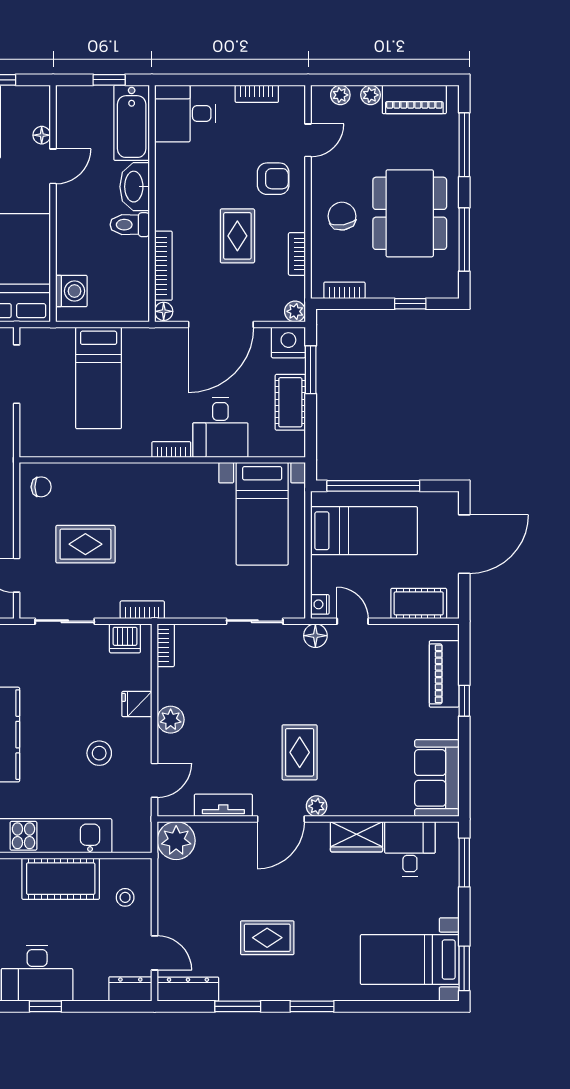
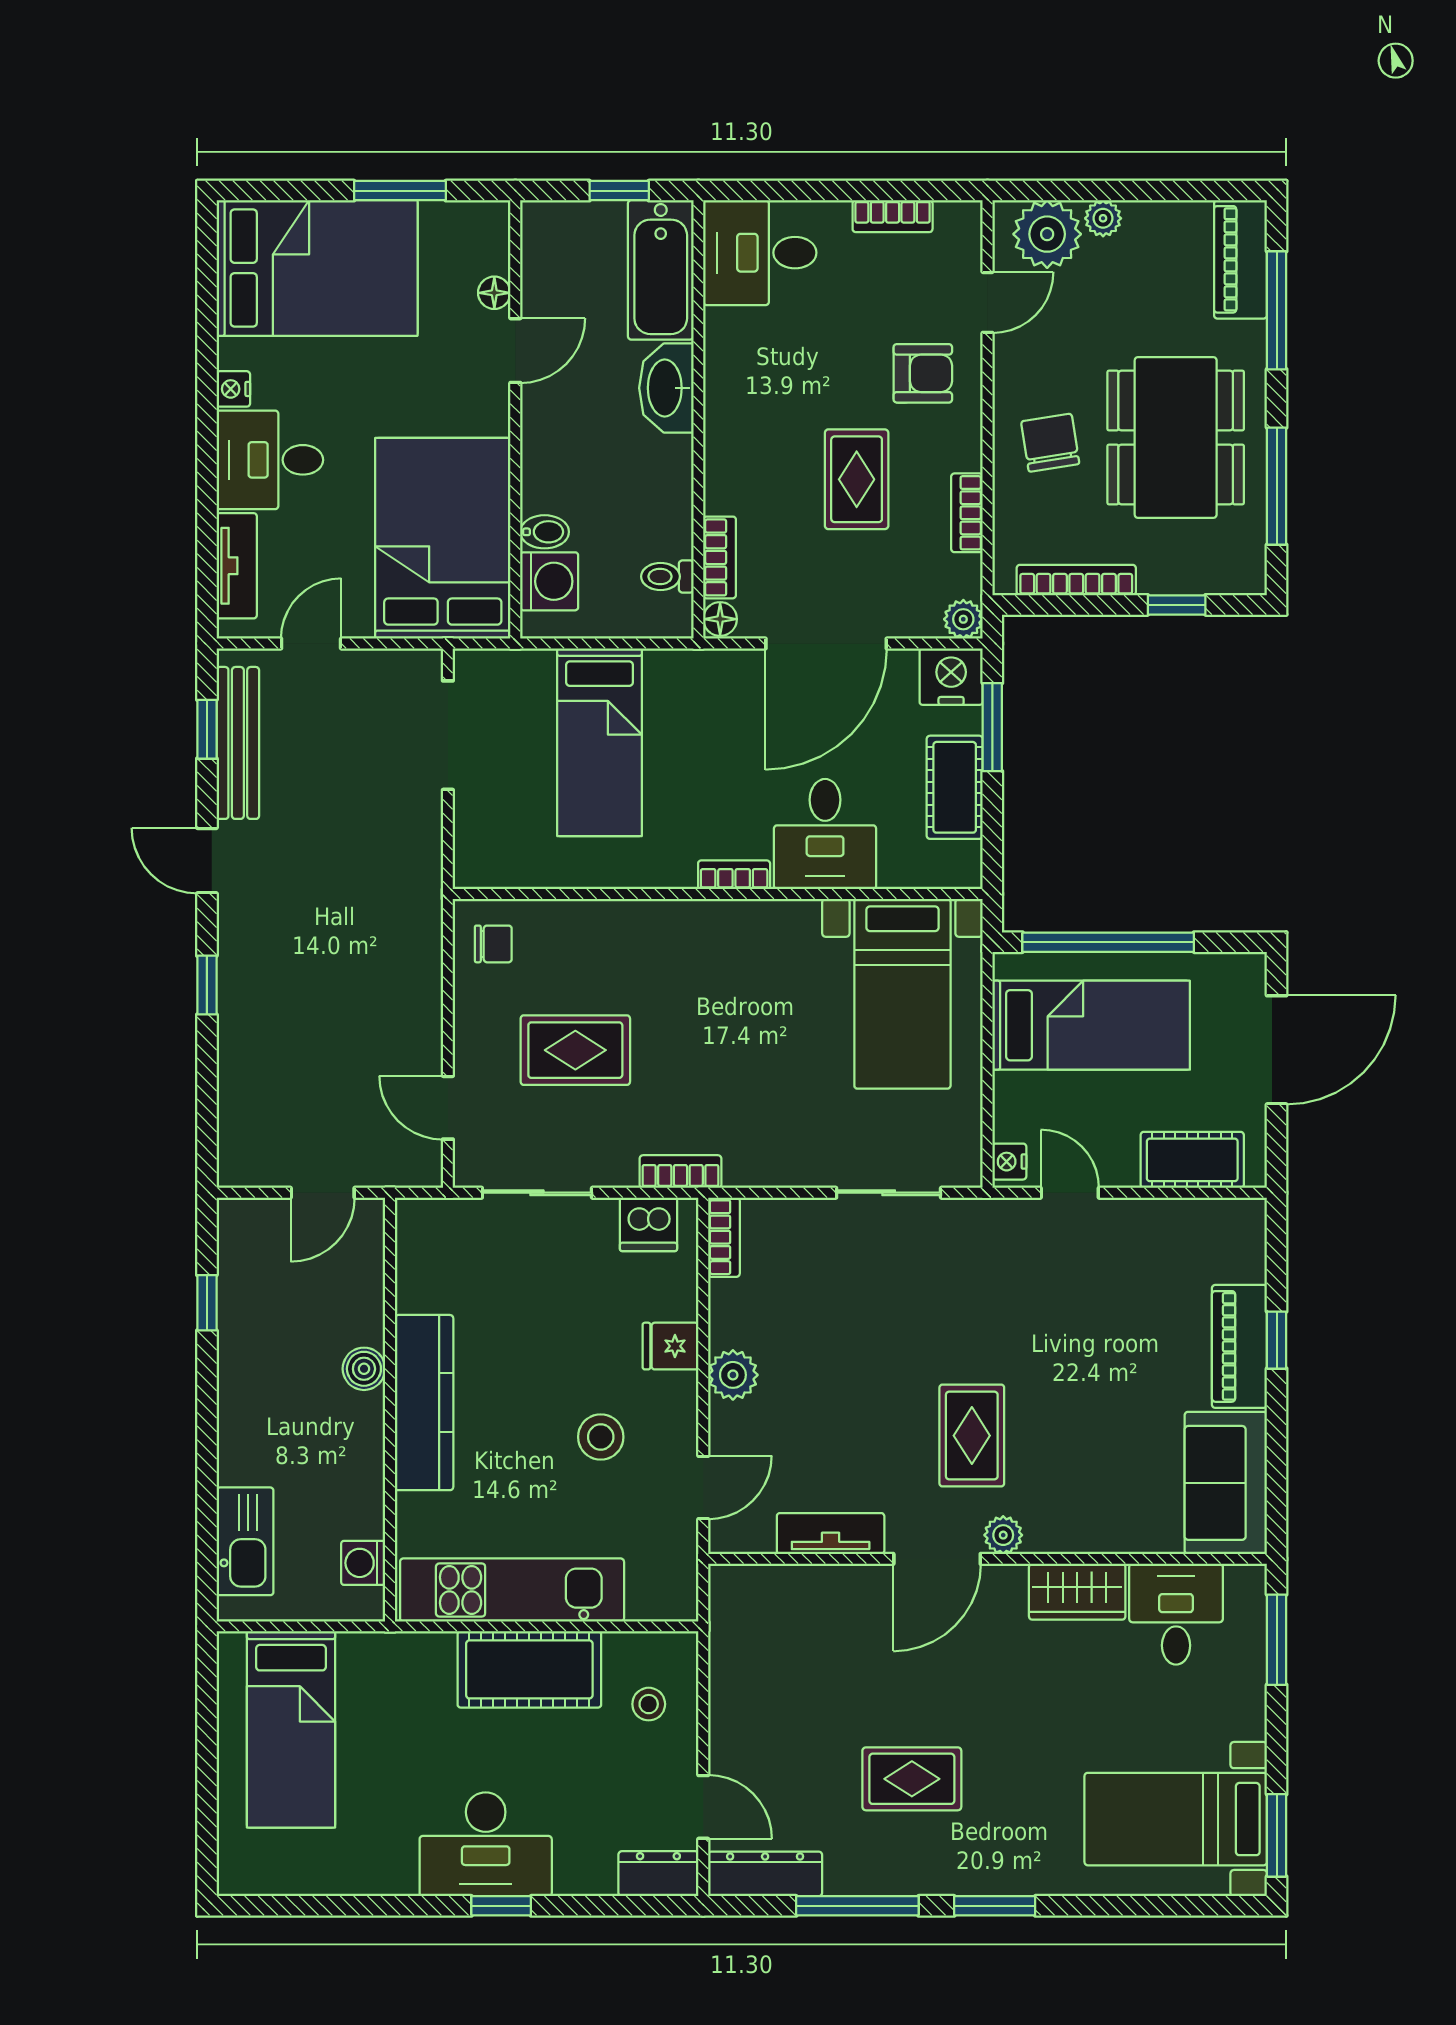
plant: (340, 95) -> (1047, 234), width x1.88, depth x1.88
piano: (414, 99) -> (1240, 259), moved, turned 90
toilet: (130, 225) -> (667, 576), moved, width x0.73, depth x0.72
bidet: (69, 264) -> (545, 532), added
bookcase: (163, 266) -> (720, 557), width x0.64
bookcase: (344, 290) -> (1076, 580), width x1.56
floor lamp: (315, 636) -> (1001, 1219), removed
piano: (444, 674) -> (1239, 1346), moved
plant: (176, 841) -> (743, 1599), removed
window: (238, 1006) -> (857, 1906), width x1.44

